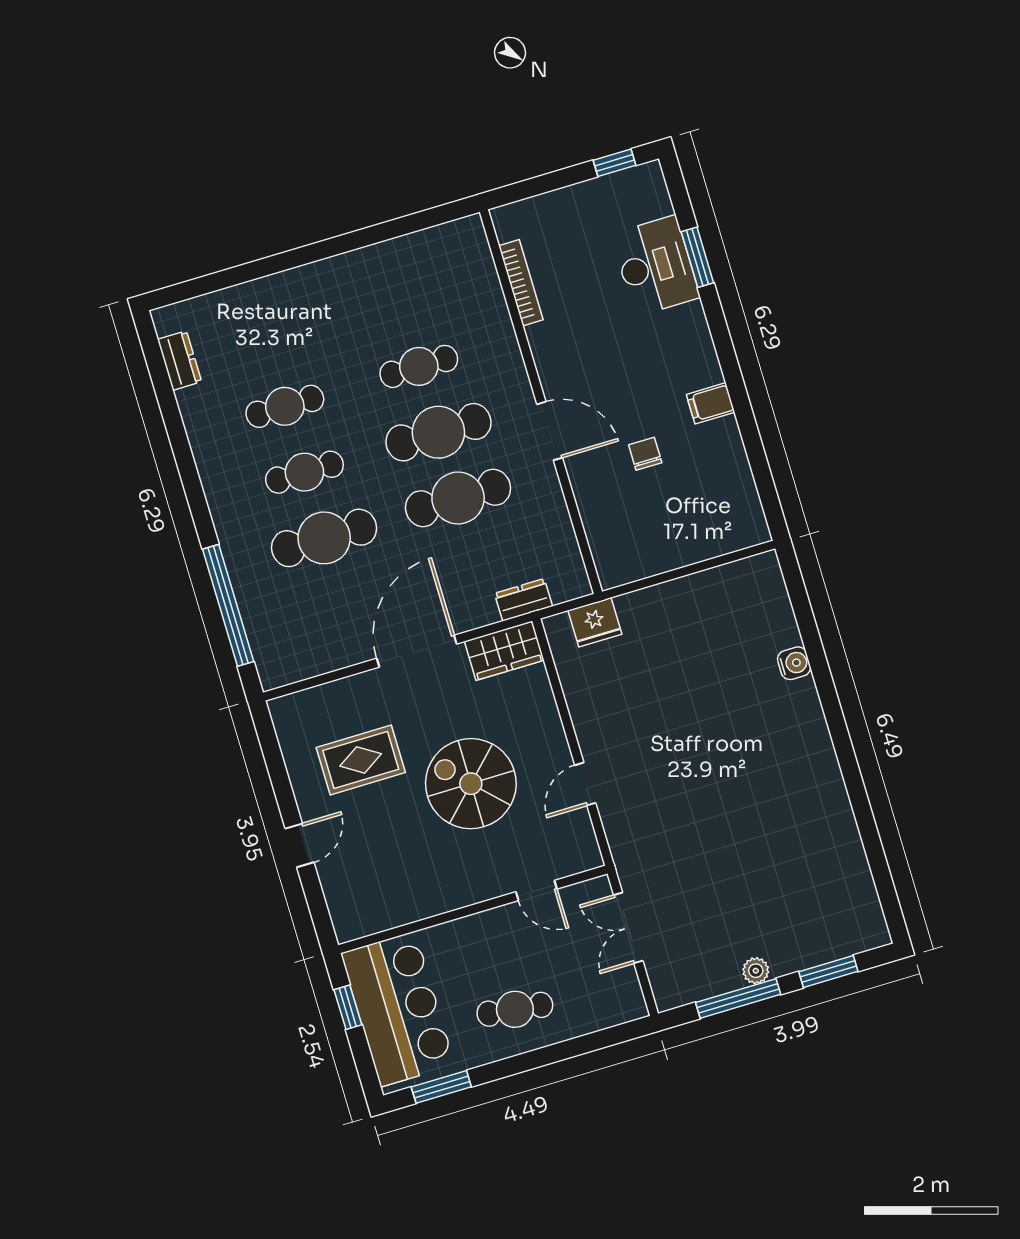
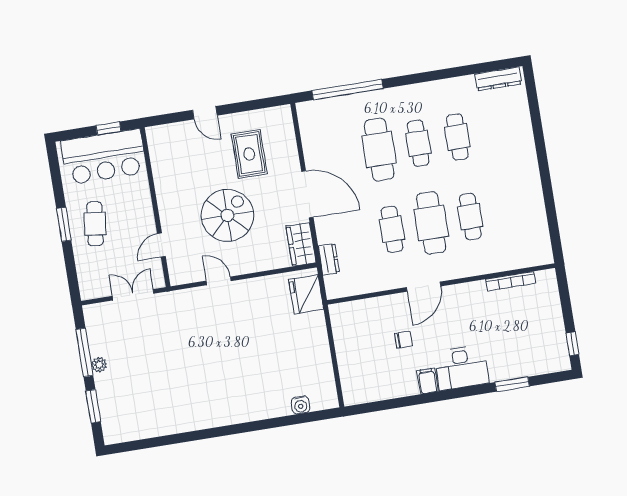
desk: (655, 266) -> (461, 368), moved
dresser: (180, 361) -> (498, 79), width x1.44
cafe table: (458, 498) -> (392, 229), width x0.73, depth x0.74
fridge: (595, 622) -> (306, 294), width x1.36, depth x1.34
water cooler: (794, 663) -> (301, 405), moved
window: (441, 1087) -> (64, 224), moved

